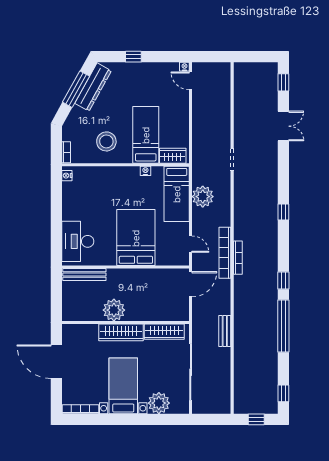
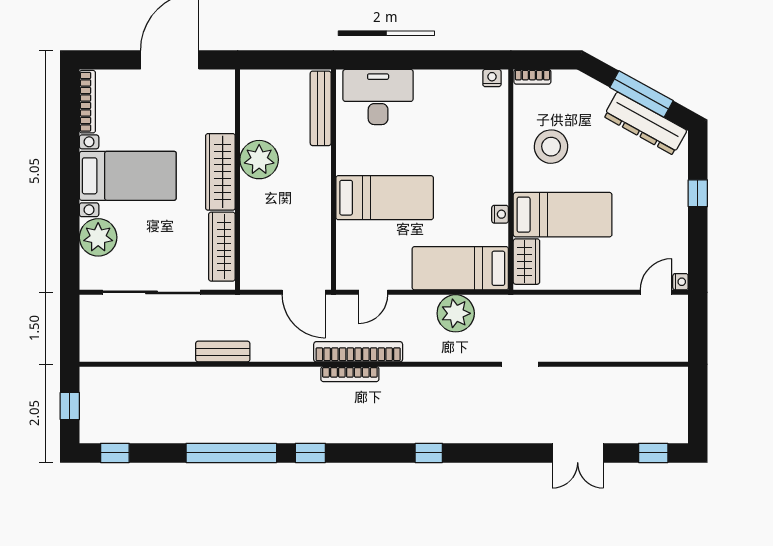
bed: (136, 238) -> (385, 198), width x0.67

